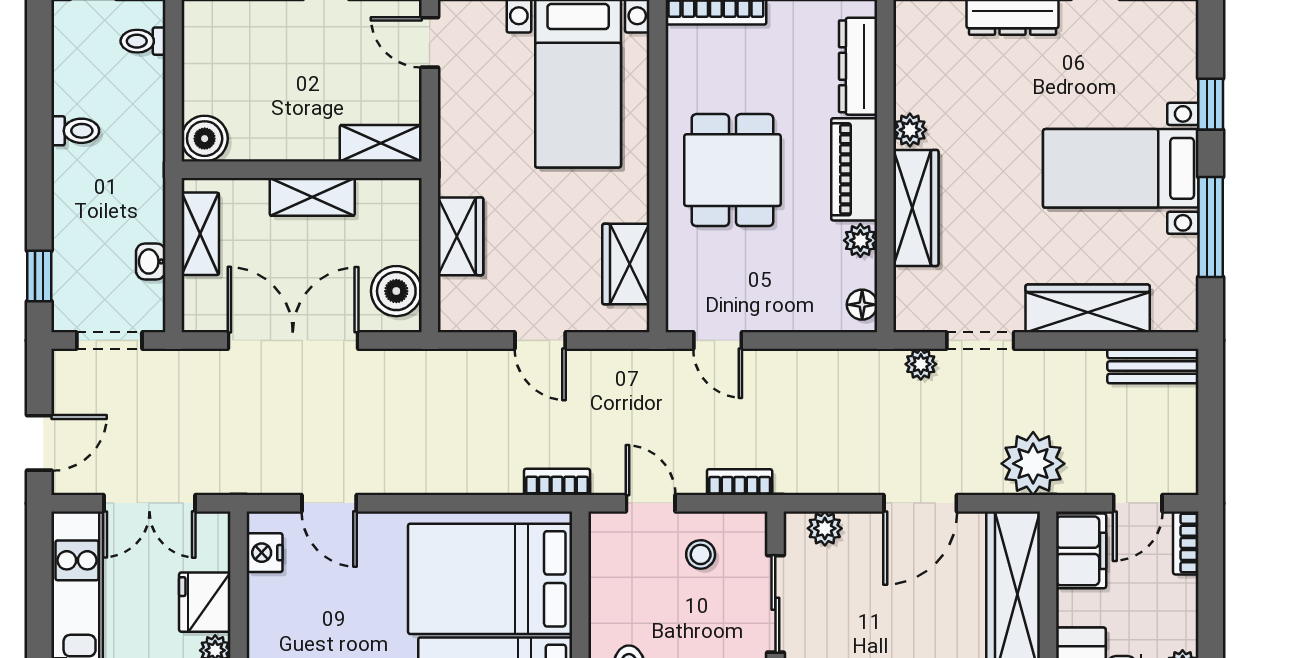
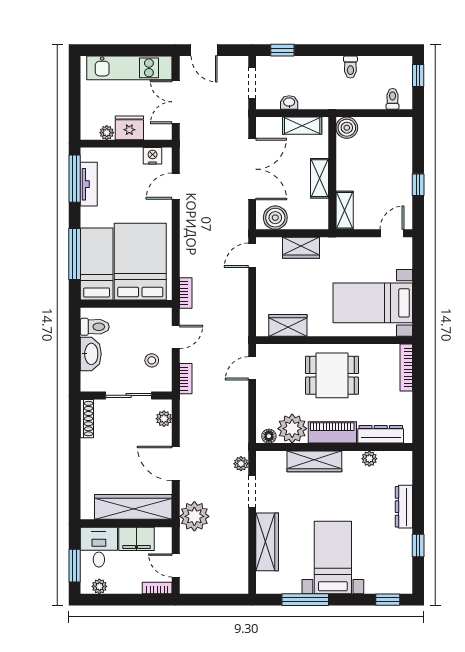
window: (1211, 104) -> (388, 600), moved
plant: (910, 130) -> (369, 459), moved
plant: (860, 240) -> (292, 429), width x1.88, depth x1.88
door: (540, 341) -> (252, 255), moved
bench: (1153, 366) -> (240, 573), removed
filing cabinet: (1081, 551) -> (137, 539), moved

